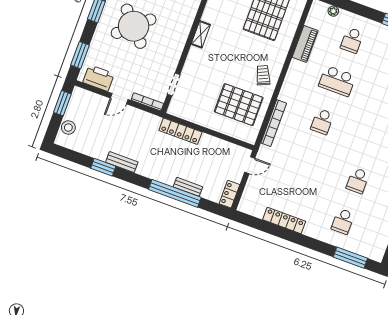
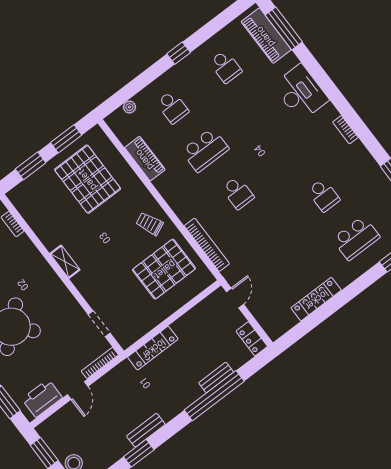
school desk: (343, 221) -> (356, 238), width x1.85

